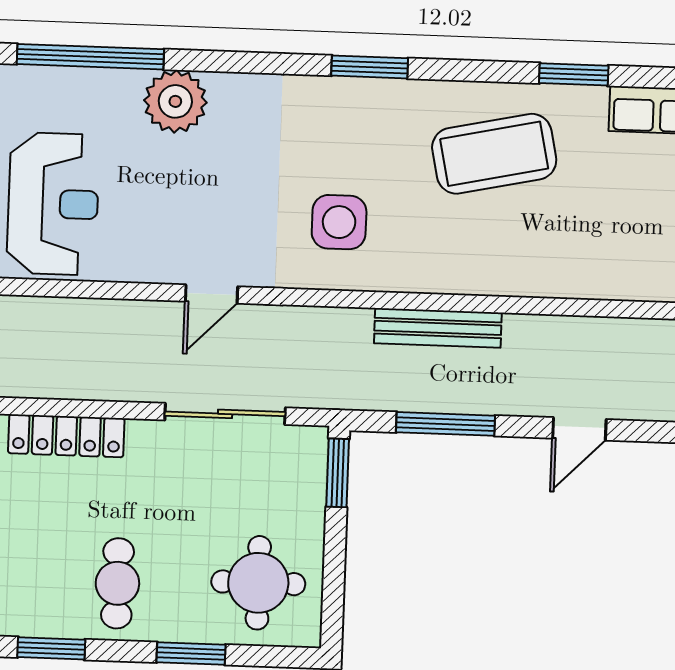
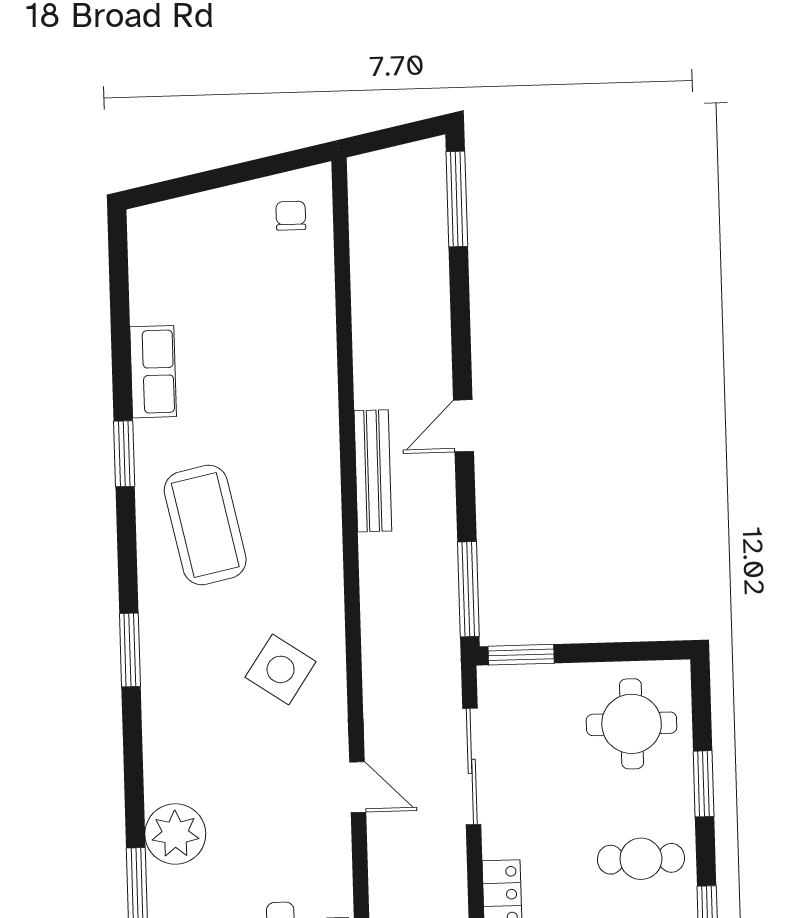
side table: (339, 222) -> (281, 669), turned 34
bench: (438, 328) -> (373, 471), moved
window: (445, 424) -> (468, 589), moved
door: (579, 429) -> (464, 426), swing flipped

